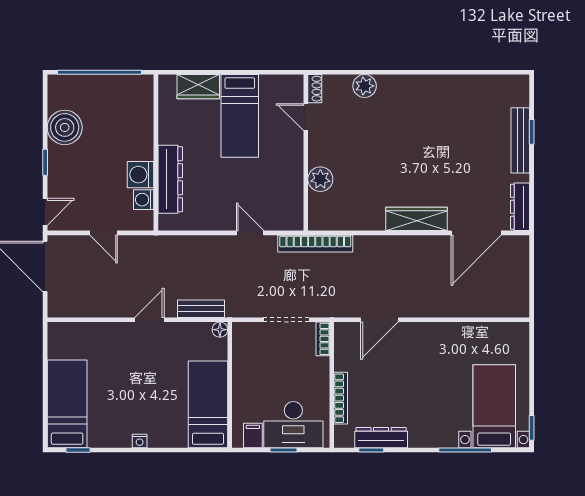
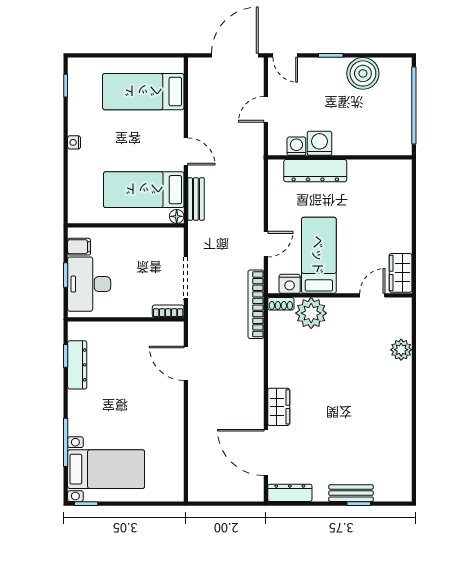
wardrobe: (198, 87) -> (401, 273), moved
shoe rack: (315, 89) -> (281, 304), moved
bed: (240, 116) -> (319, 255), moved, turned 90
bench: (520, 140) -> (351, 493), width x0.73
plant: (320, 179) -> (311, 313), width x1.36, depth x1.36
nightstand: (293, 207) -> (290, 284), added
wardrobe: (417, 219) -> (279, 407), width x0.67
bookcase: (341, 398) -> (114, 328), removed
bed: (67, 404) -> (143, 92), moved, turned 180
bed: (208, 404) -> (144, 190), moved, turned 180

